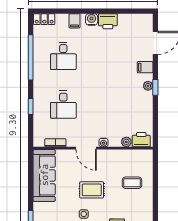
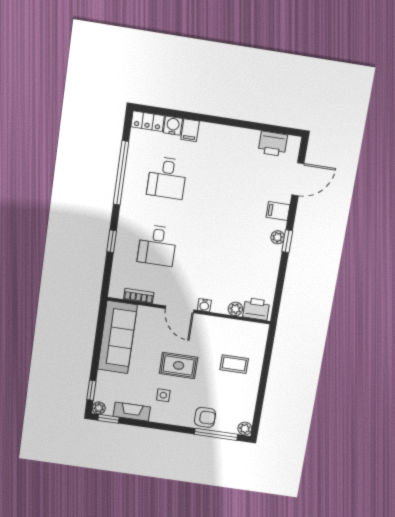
water cooler: (92, 19) -> (173, 126), moved
printer: (108, 21) -> (273, 144), moved

